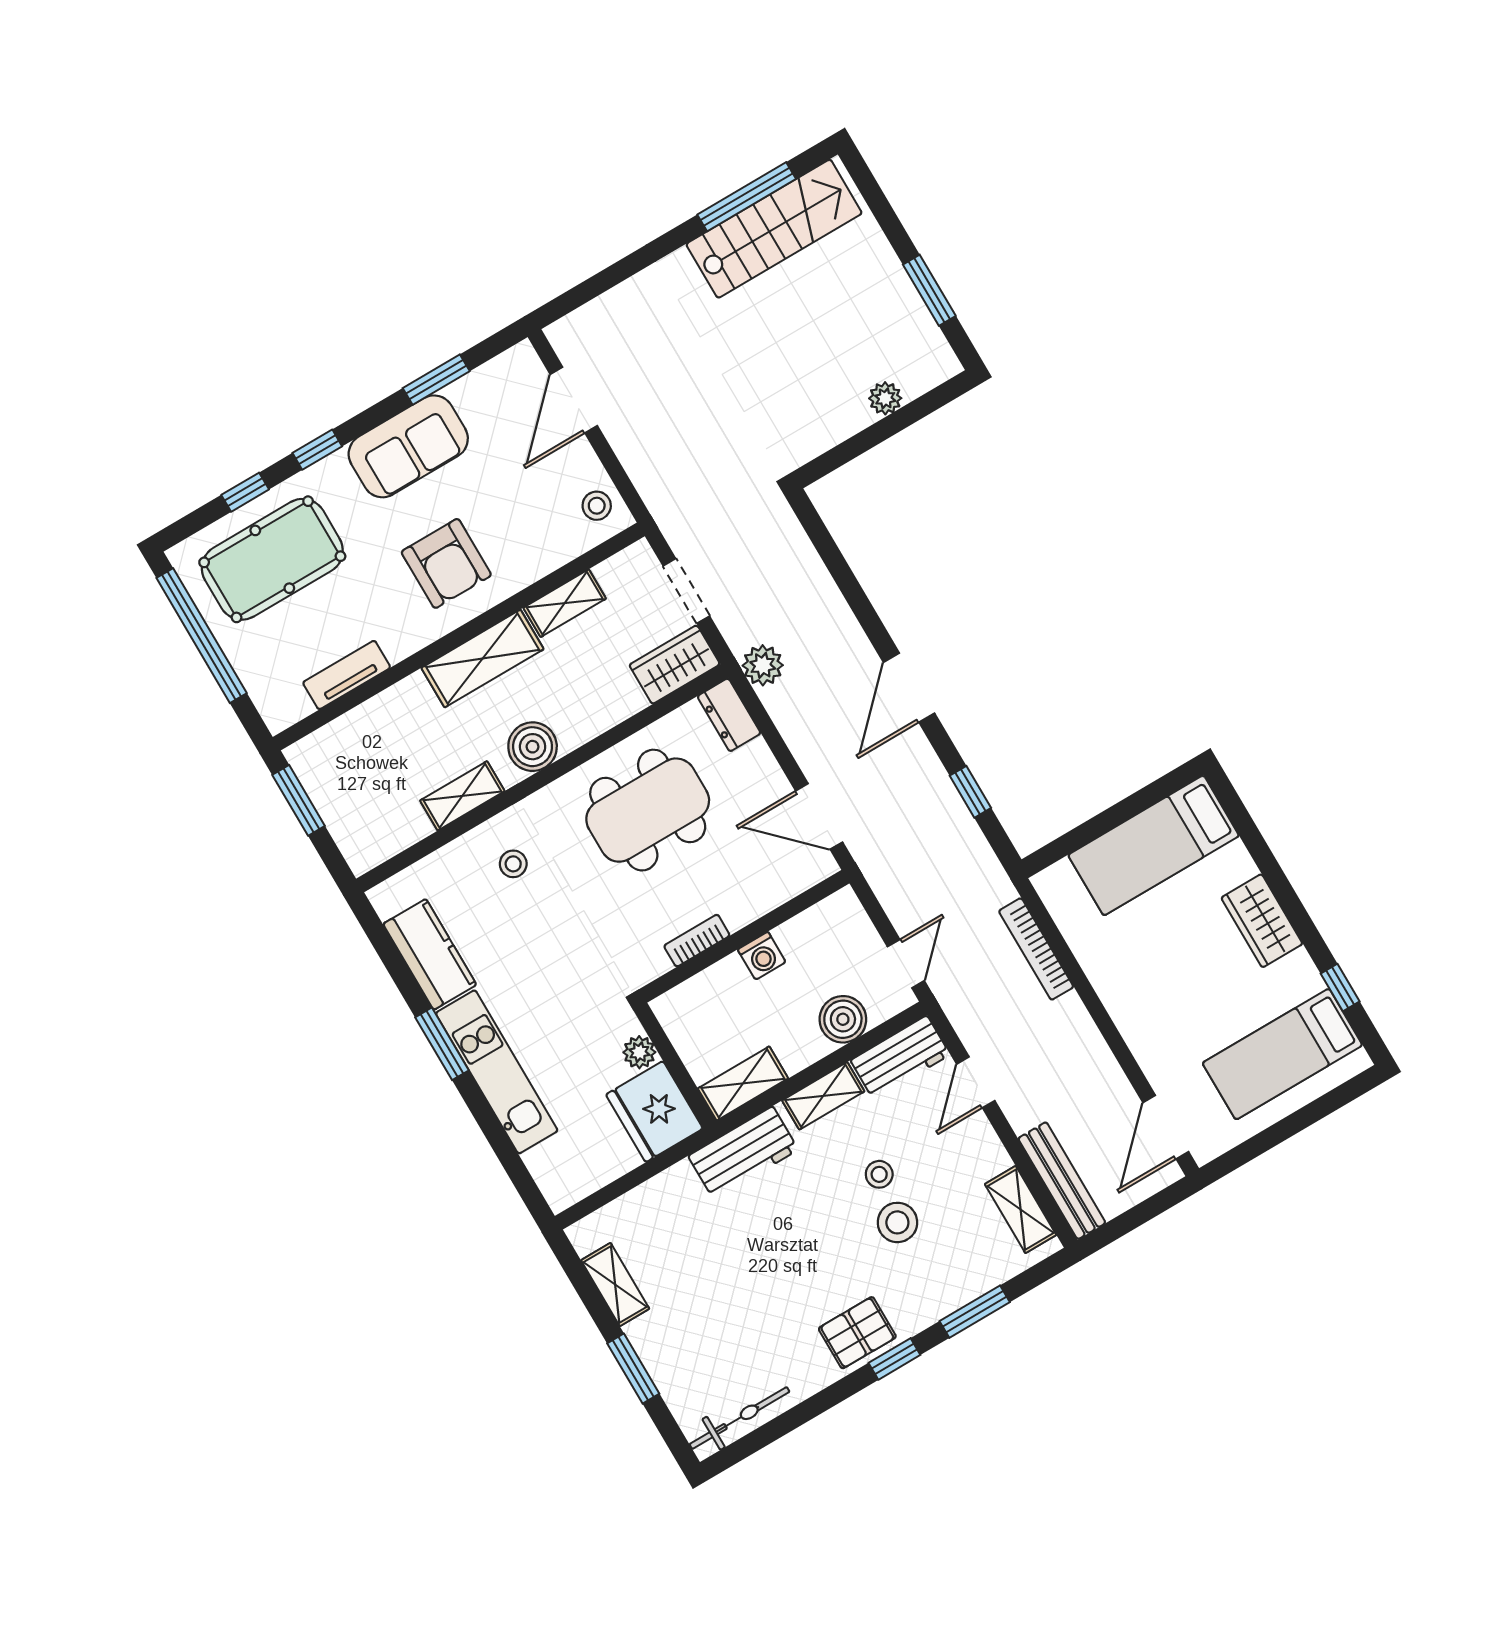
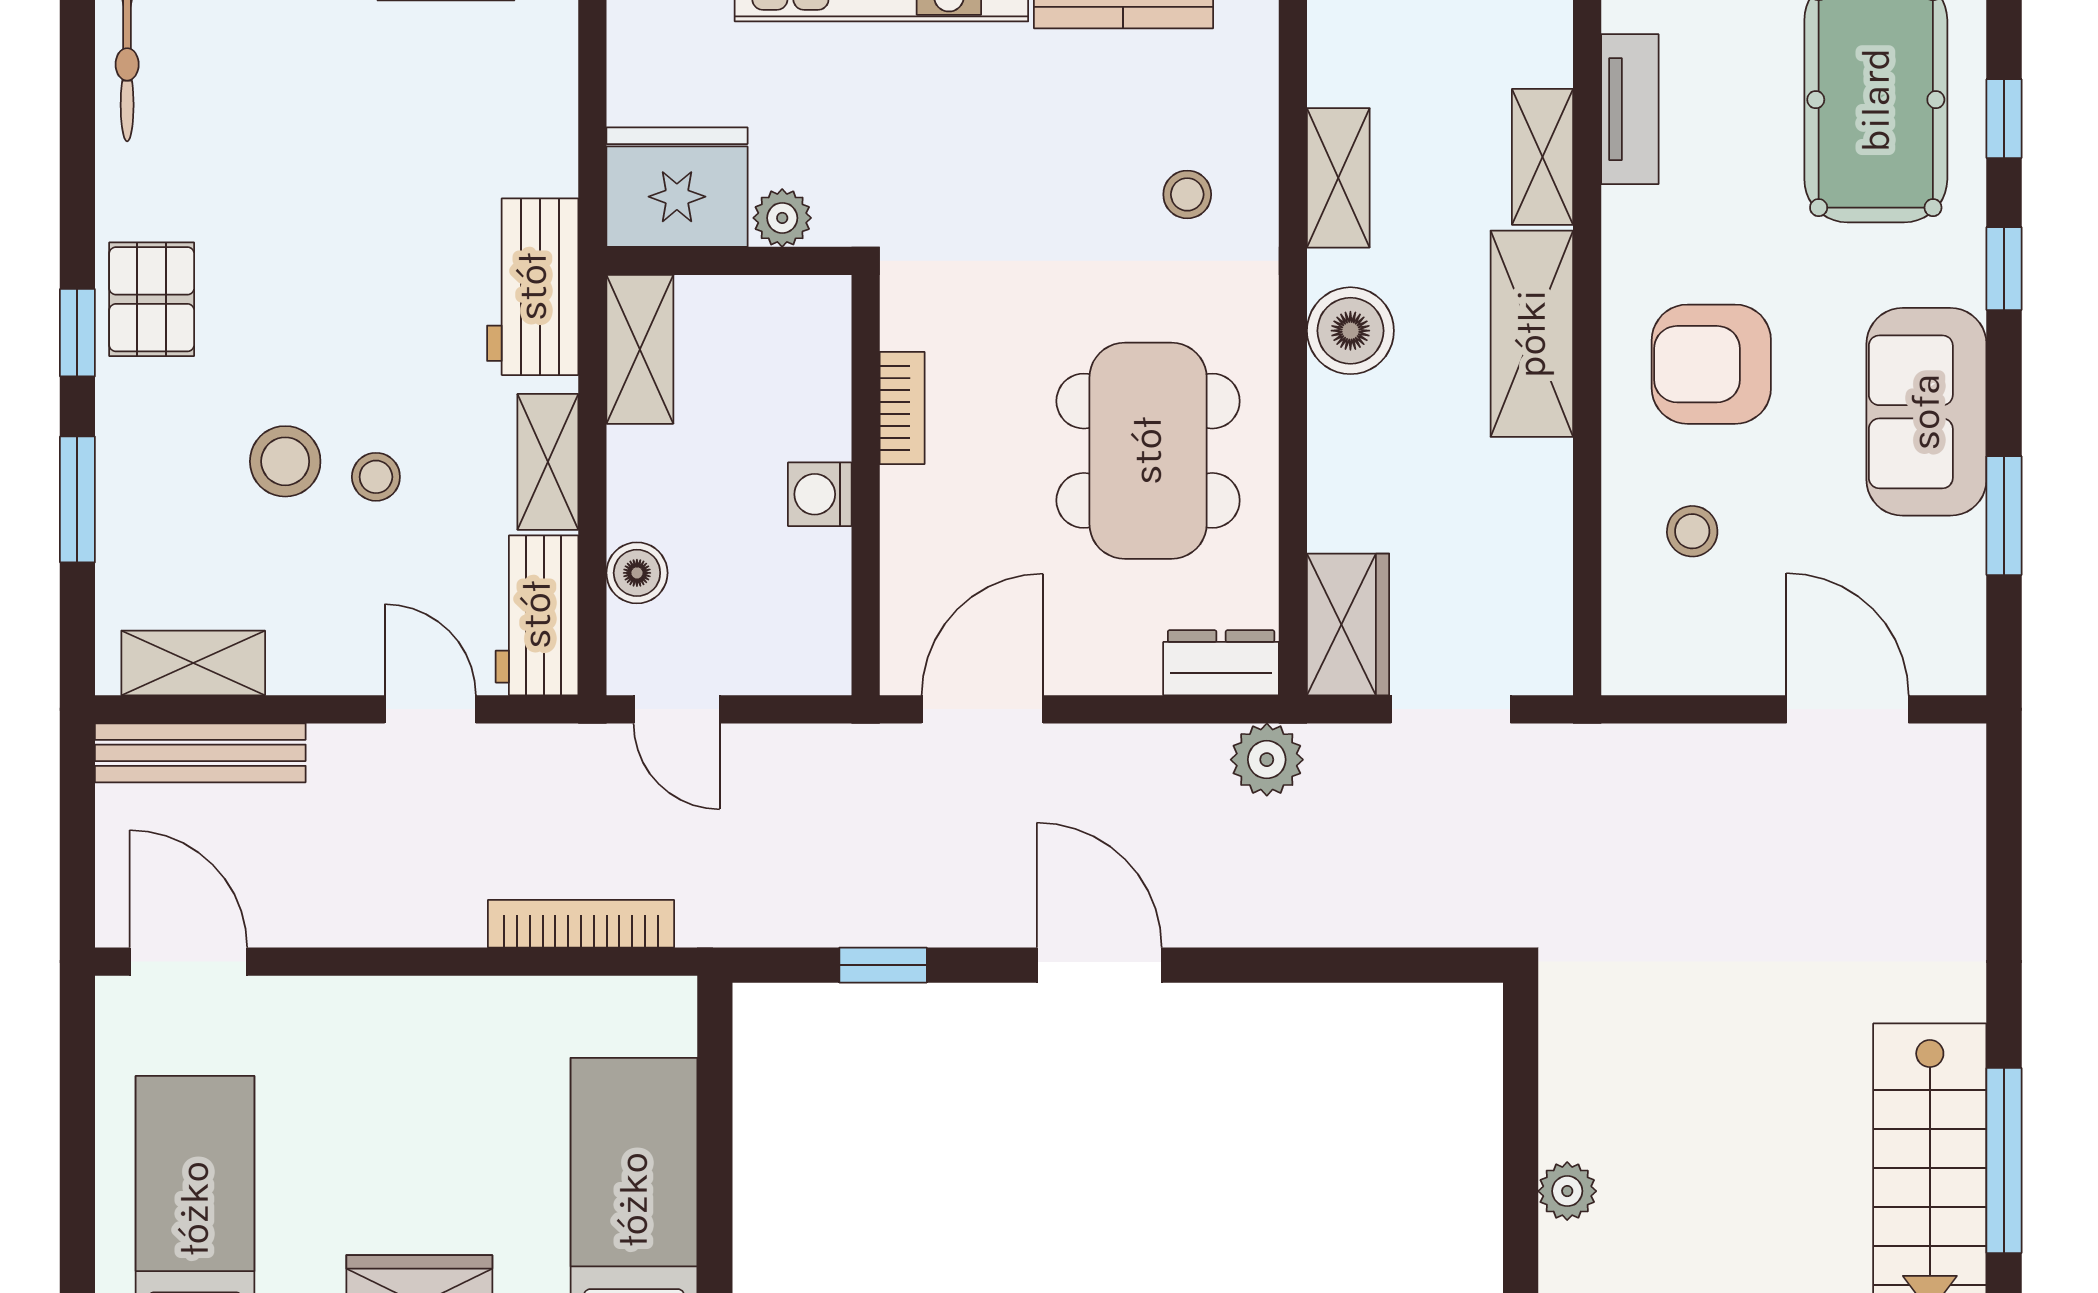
stool: (597, 506) -> (1692, 531), moved
shelving: (565, 603) -> (1543, 157), moved
boiler: (843, 1019) -> (637, 573), width x0.73, depth x0.73

